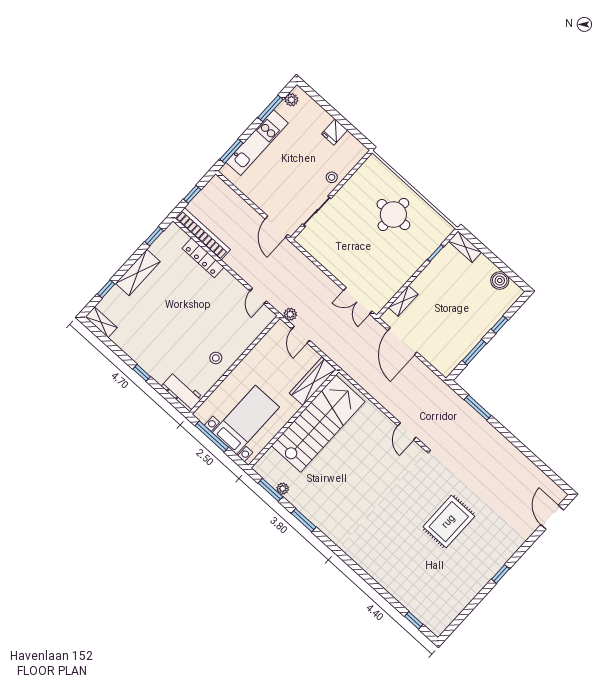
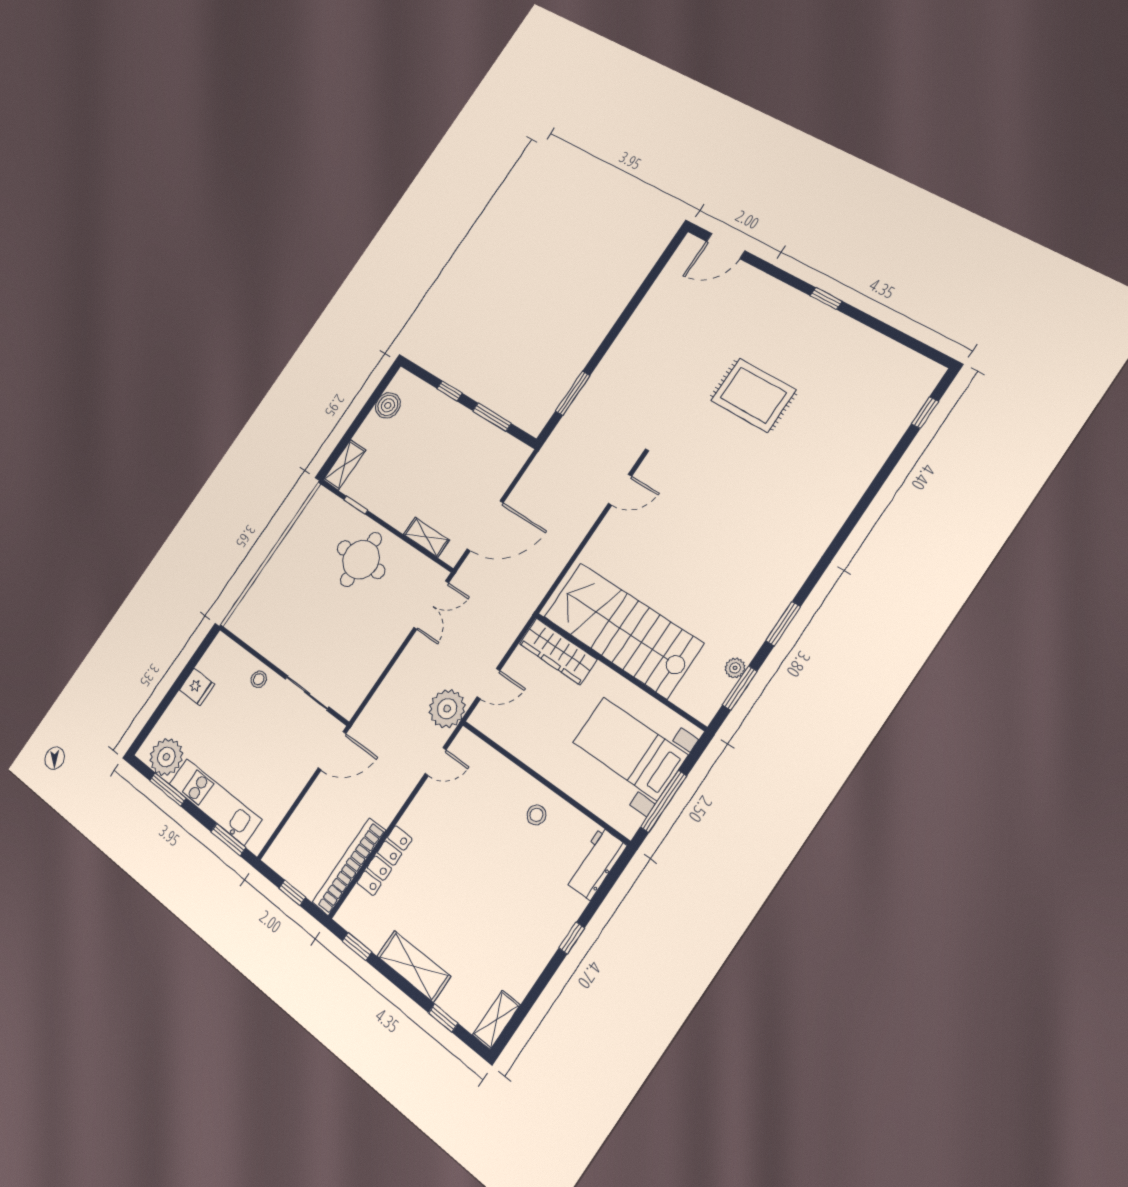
plant: (292, 100) -> (166, 757), width x1.88, depth x1.88
round table: (393, 215) -> (361, 560), moved
plant: (290, 314) -> (447, 709), width x1.88, depth x1.88

